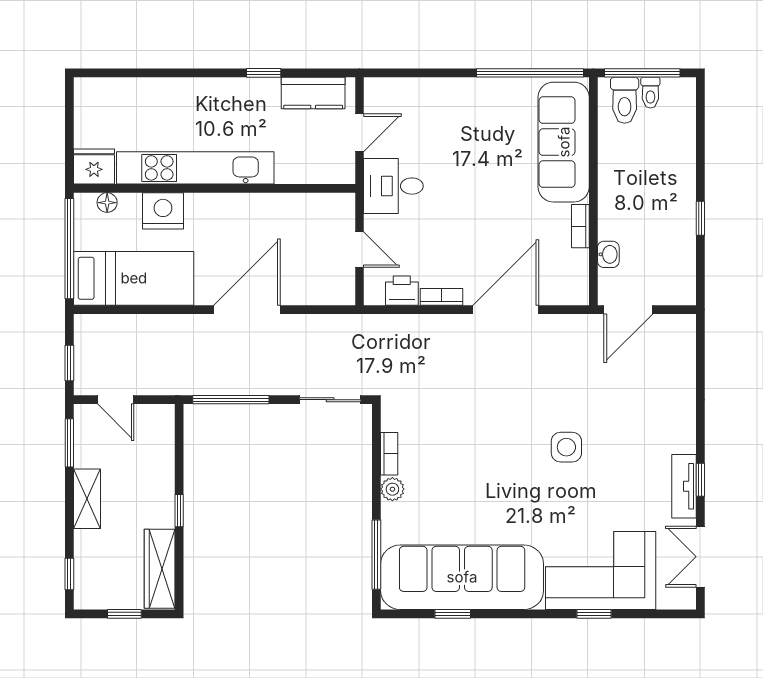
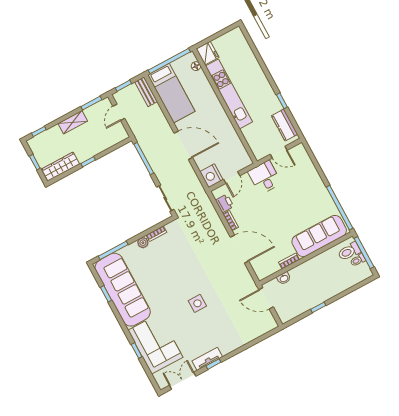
nightstand: (163, 211) -> (211, 176), moved, turned 180
bench: (105, 326) -> (146, 92), added

